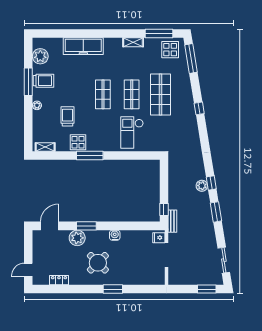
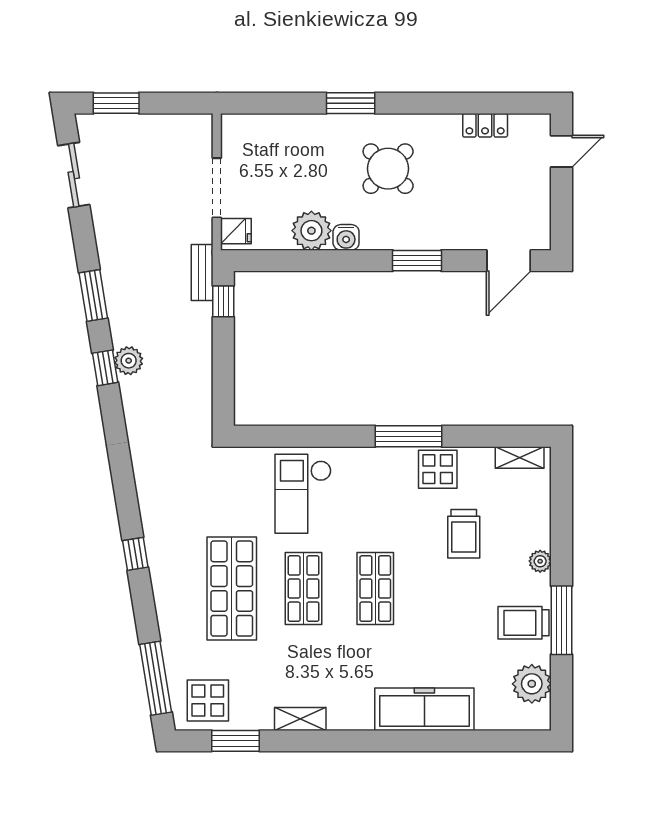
window: (159, 33) -> (236, 741), width x0.69
checkout: (132, 132) -> (303, 494), turned 180
plant: (77, 238) -> (311, 231), moved

